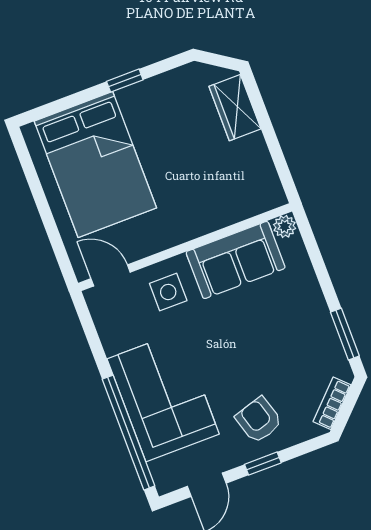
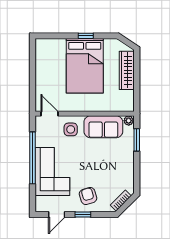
wardrobe: (235, 108) -> (127, 70), width x1.50
bed: (95, 165) -> (85, 66), moved
window: (345, 334) -> (137, 140), moved
window: (128, 433) -> (33, 158), moved

